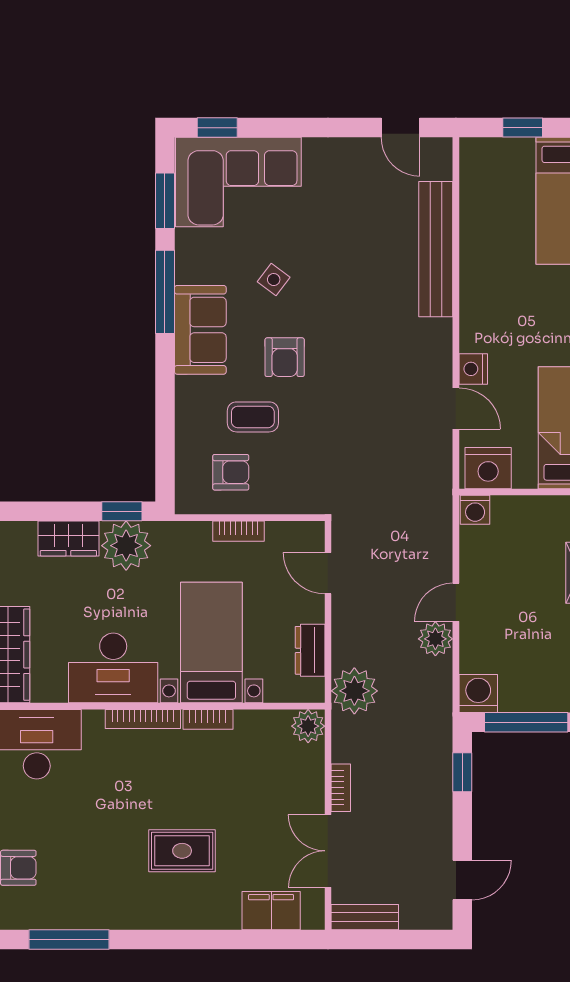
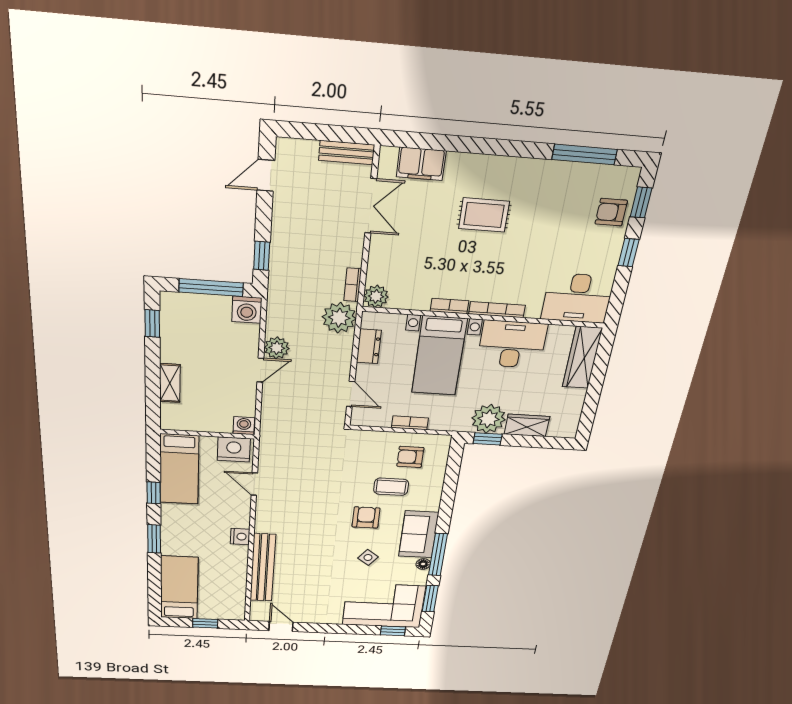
floor lamp: (186, 272) -> (423, 564), added
nightstand: (473, 369) -> (240, 537), moved
bookcase: (341, 788) -> (353, 285), moved

